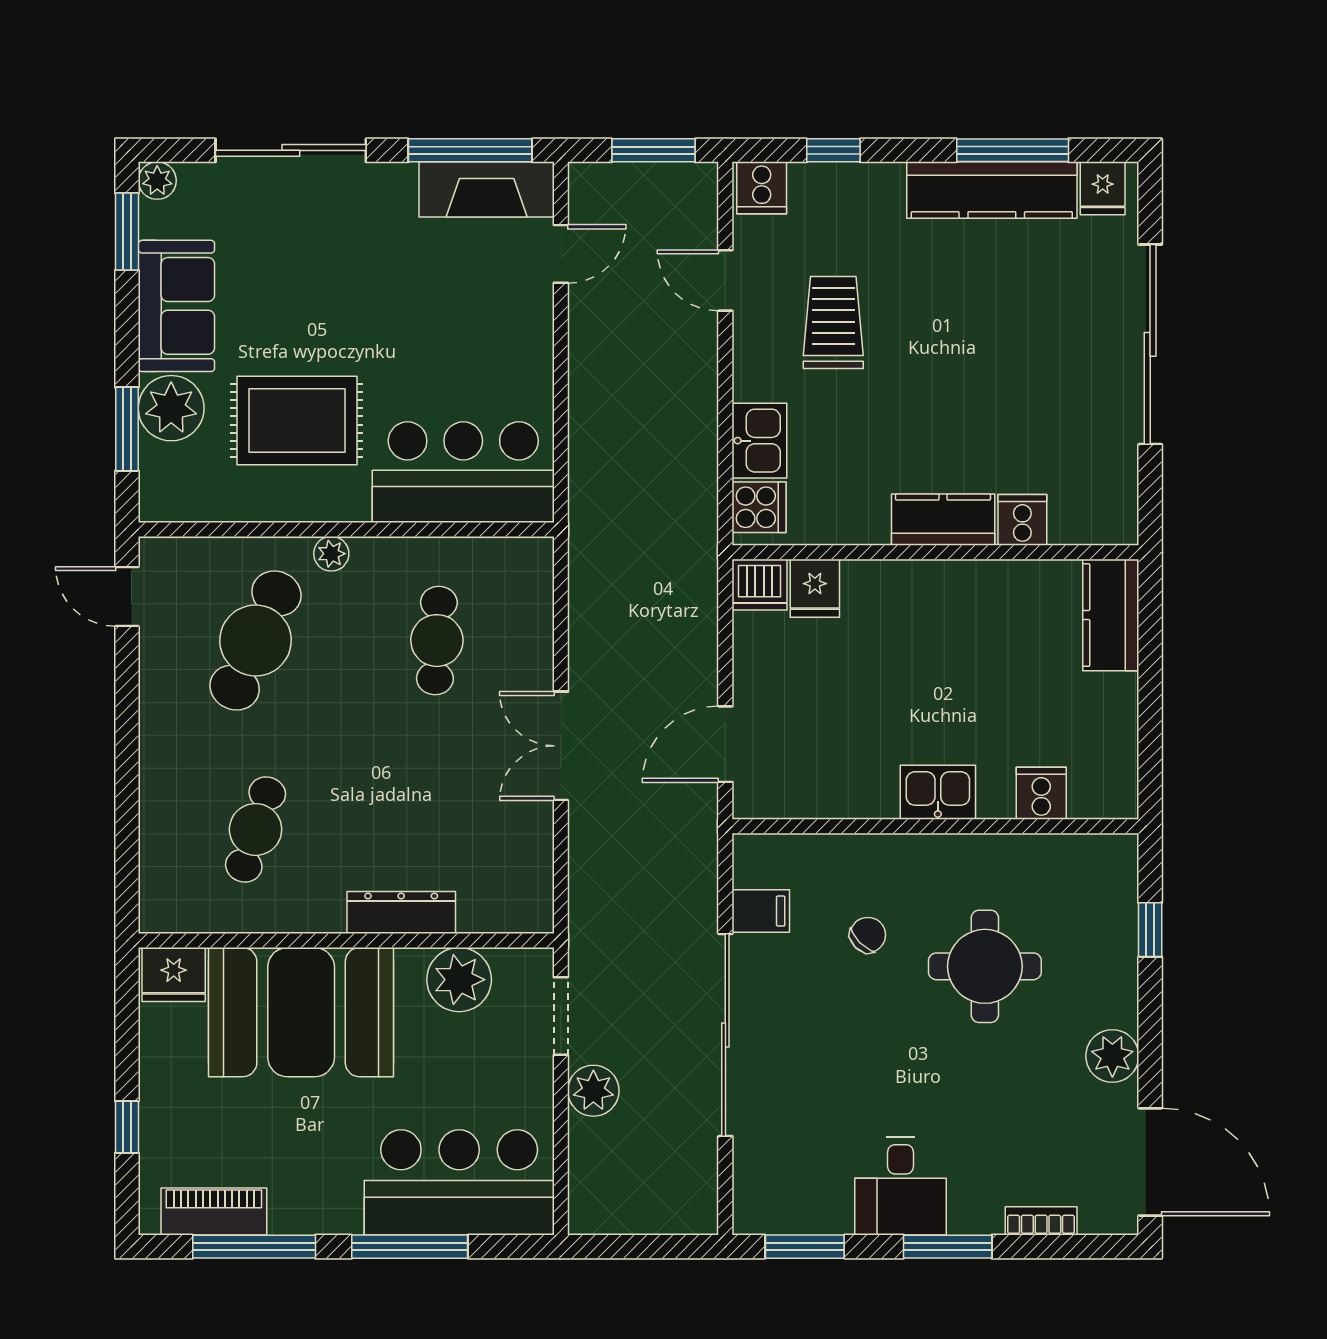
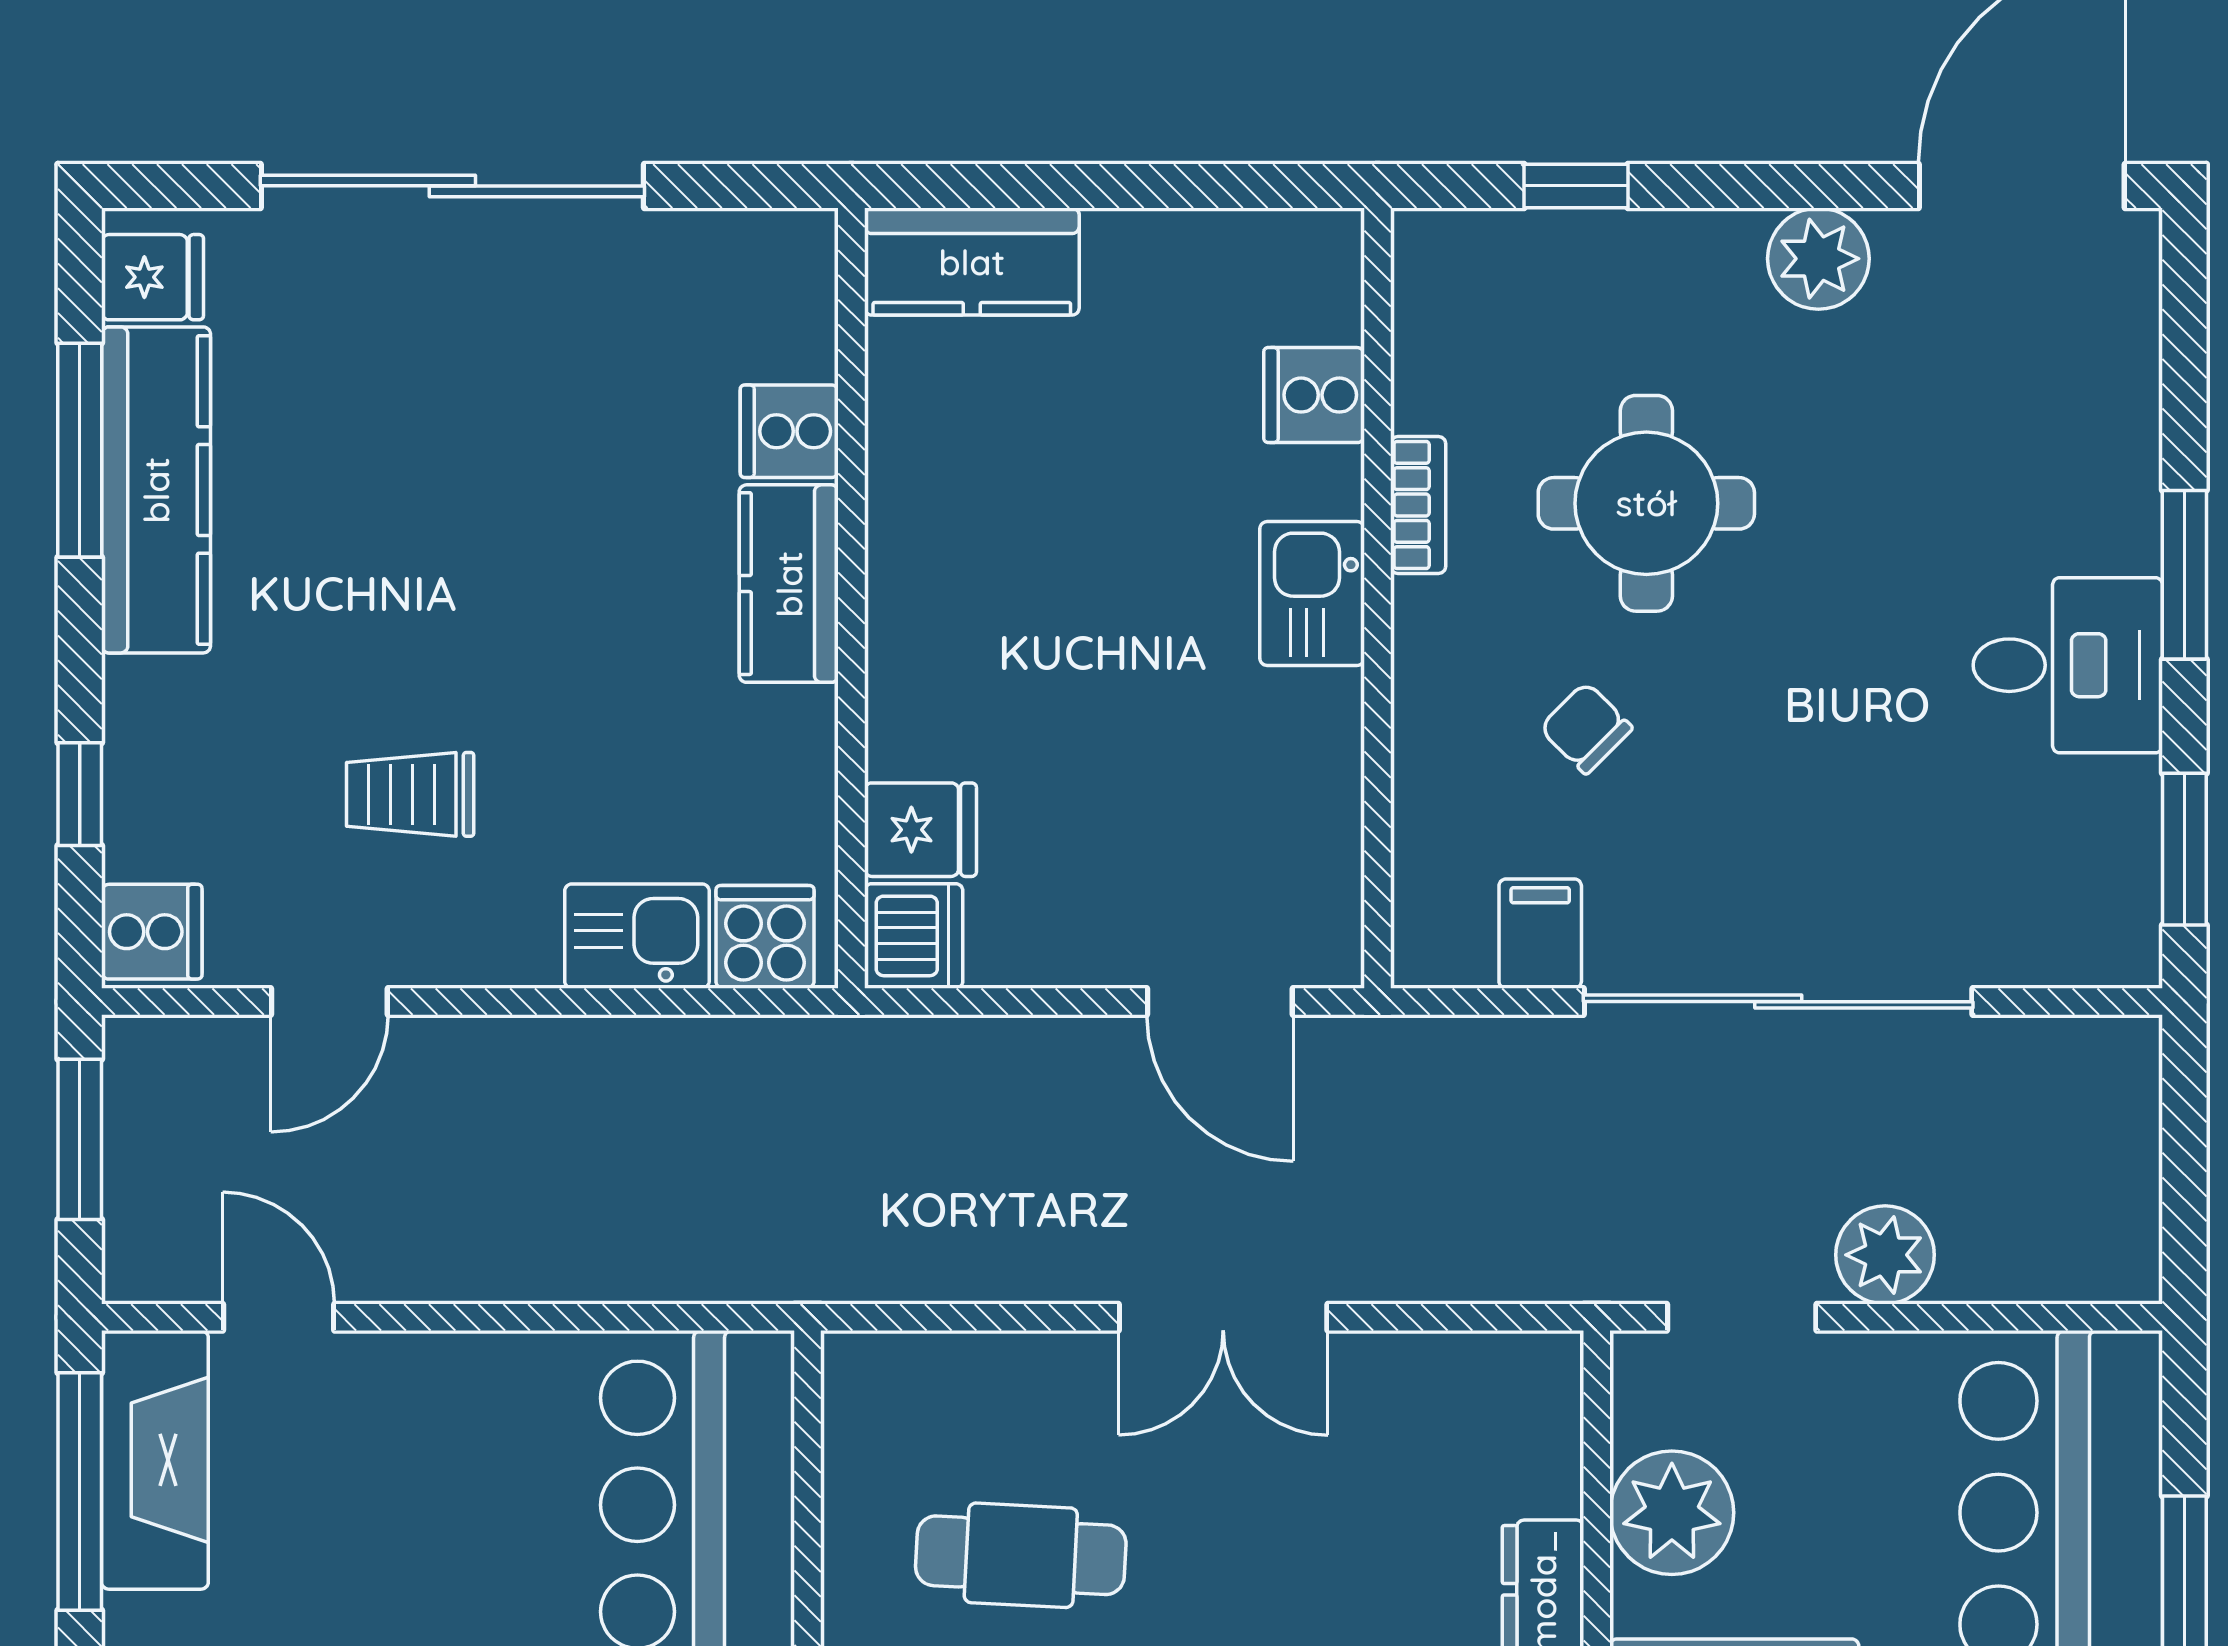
trolley: (833, 322) -> (410, 794), width x0.73, depth x0.72
bookcase: (1041, 1221) -> (1418, 505), moved, turned 180

